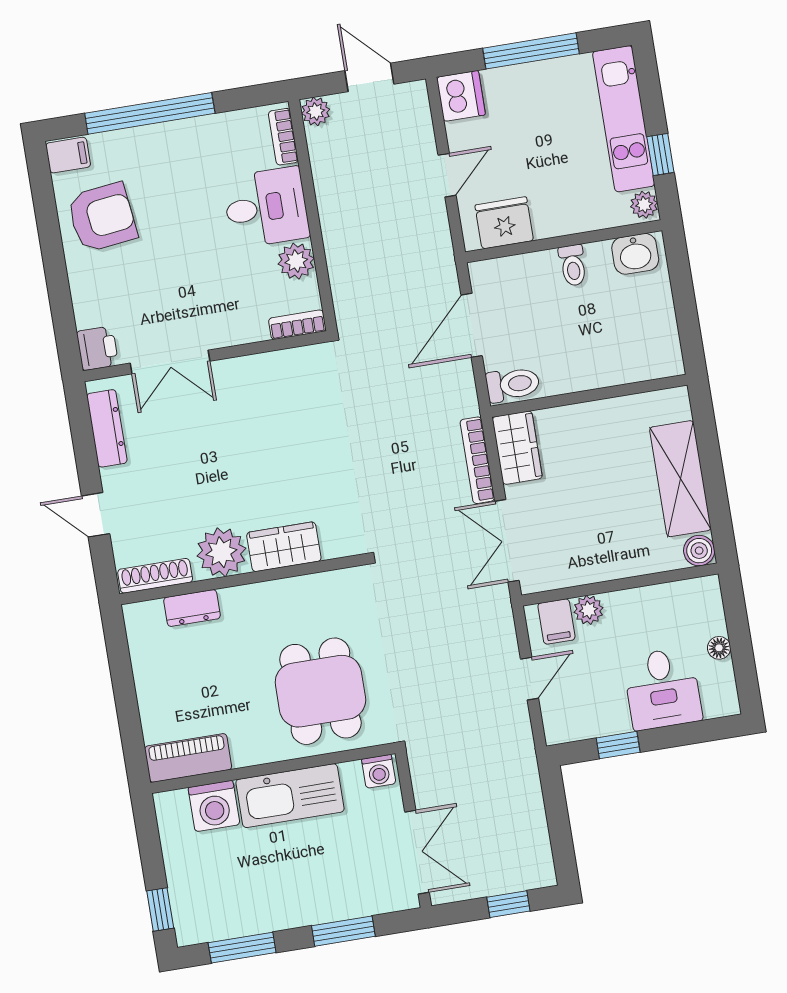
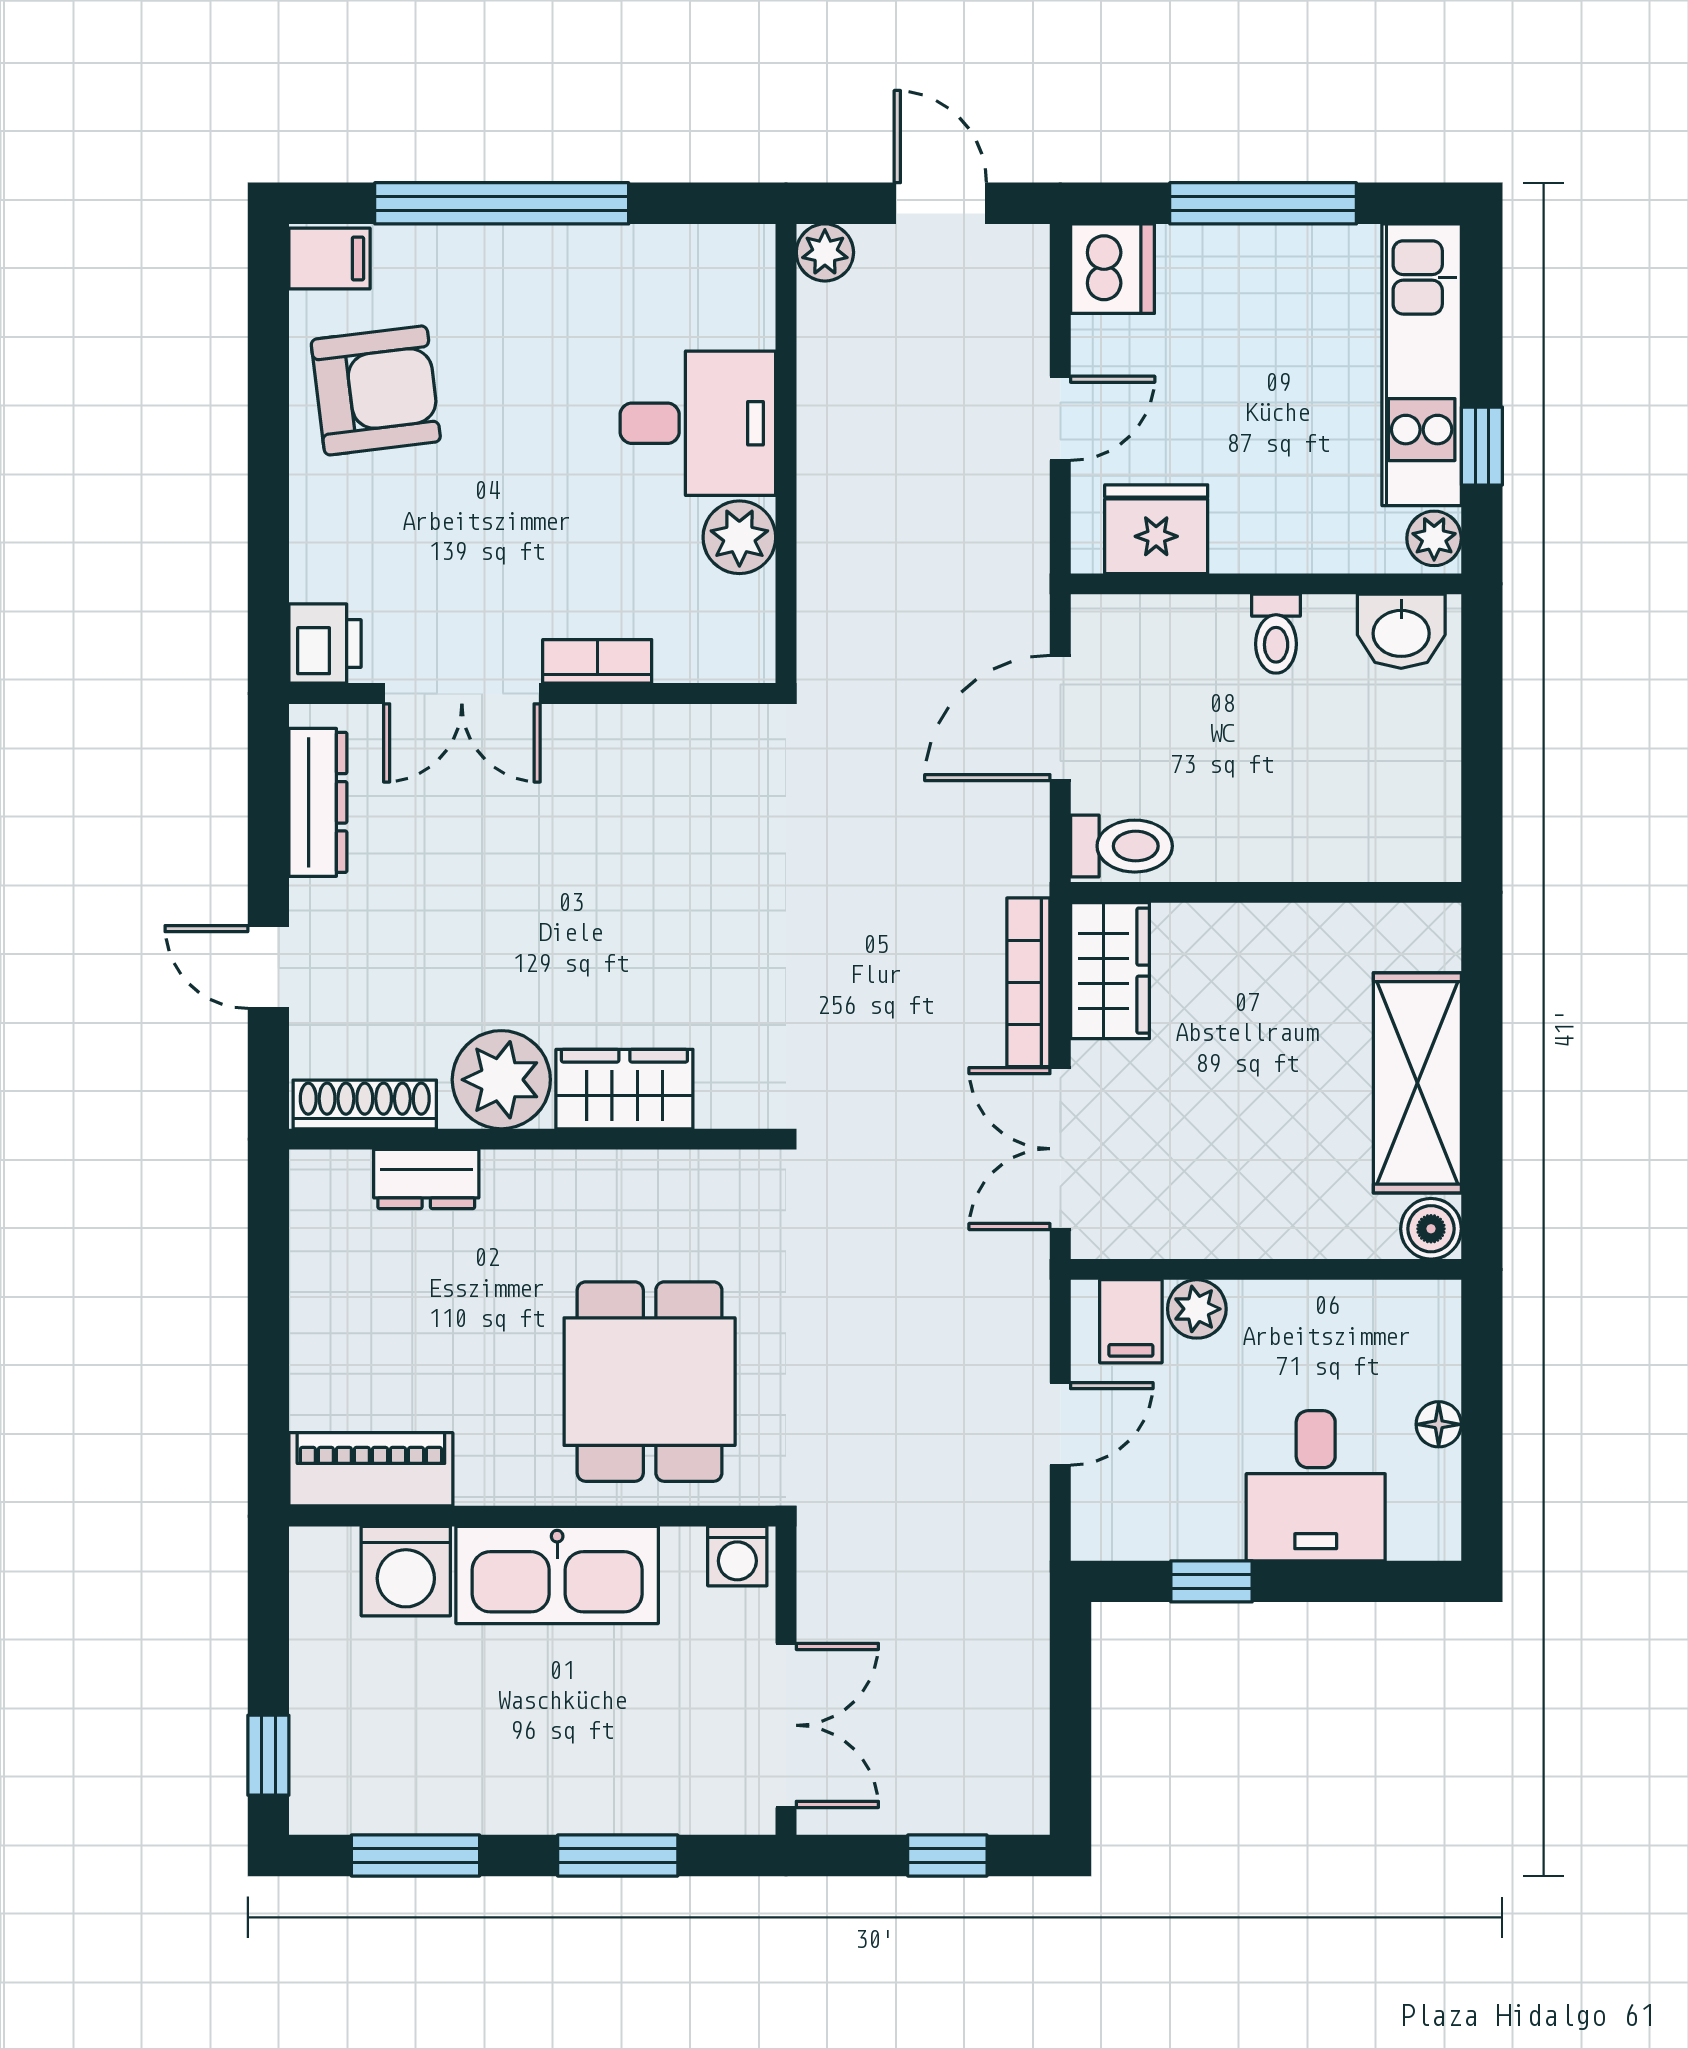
bookcase: (283, 137) -> (754, 291), removed
bookcase: (297, 325) -> (597, 661), moved

